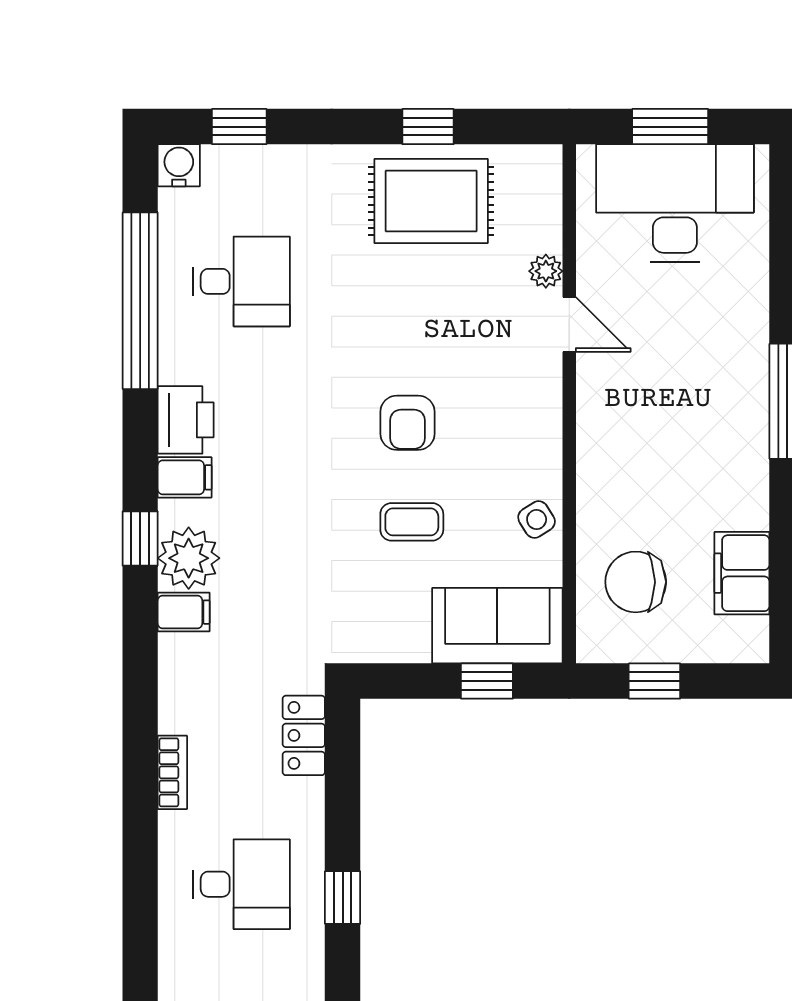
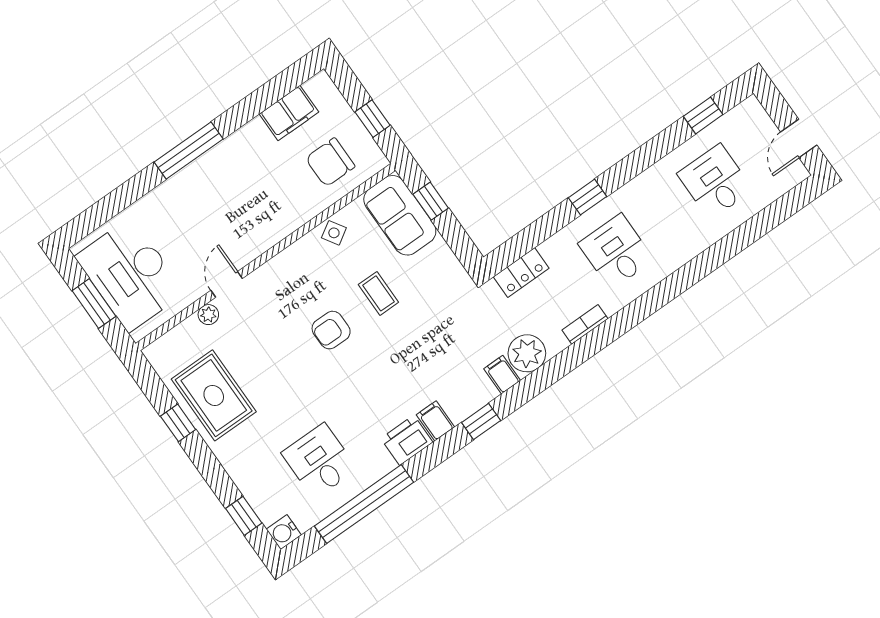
armchair: (408, 423) -> (331, 330), turned 180
plant: (189, 558) -> (527, 353), moved
chair: (636, 582) -> (330, 162), turned 90

